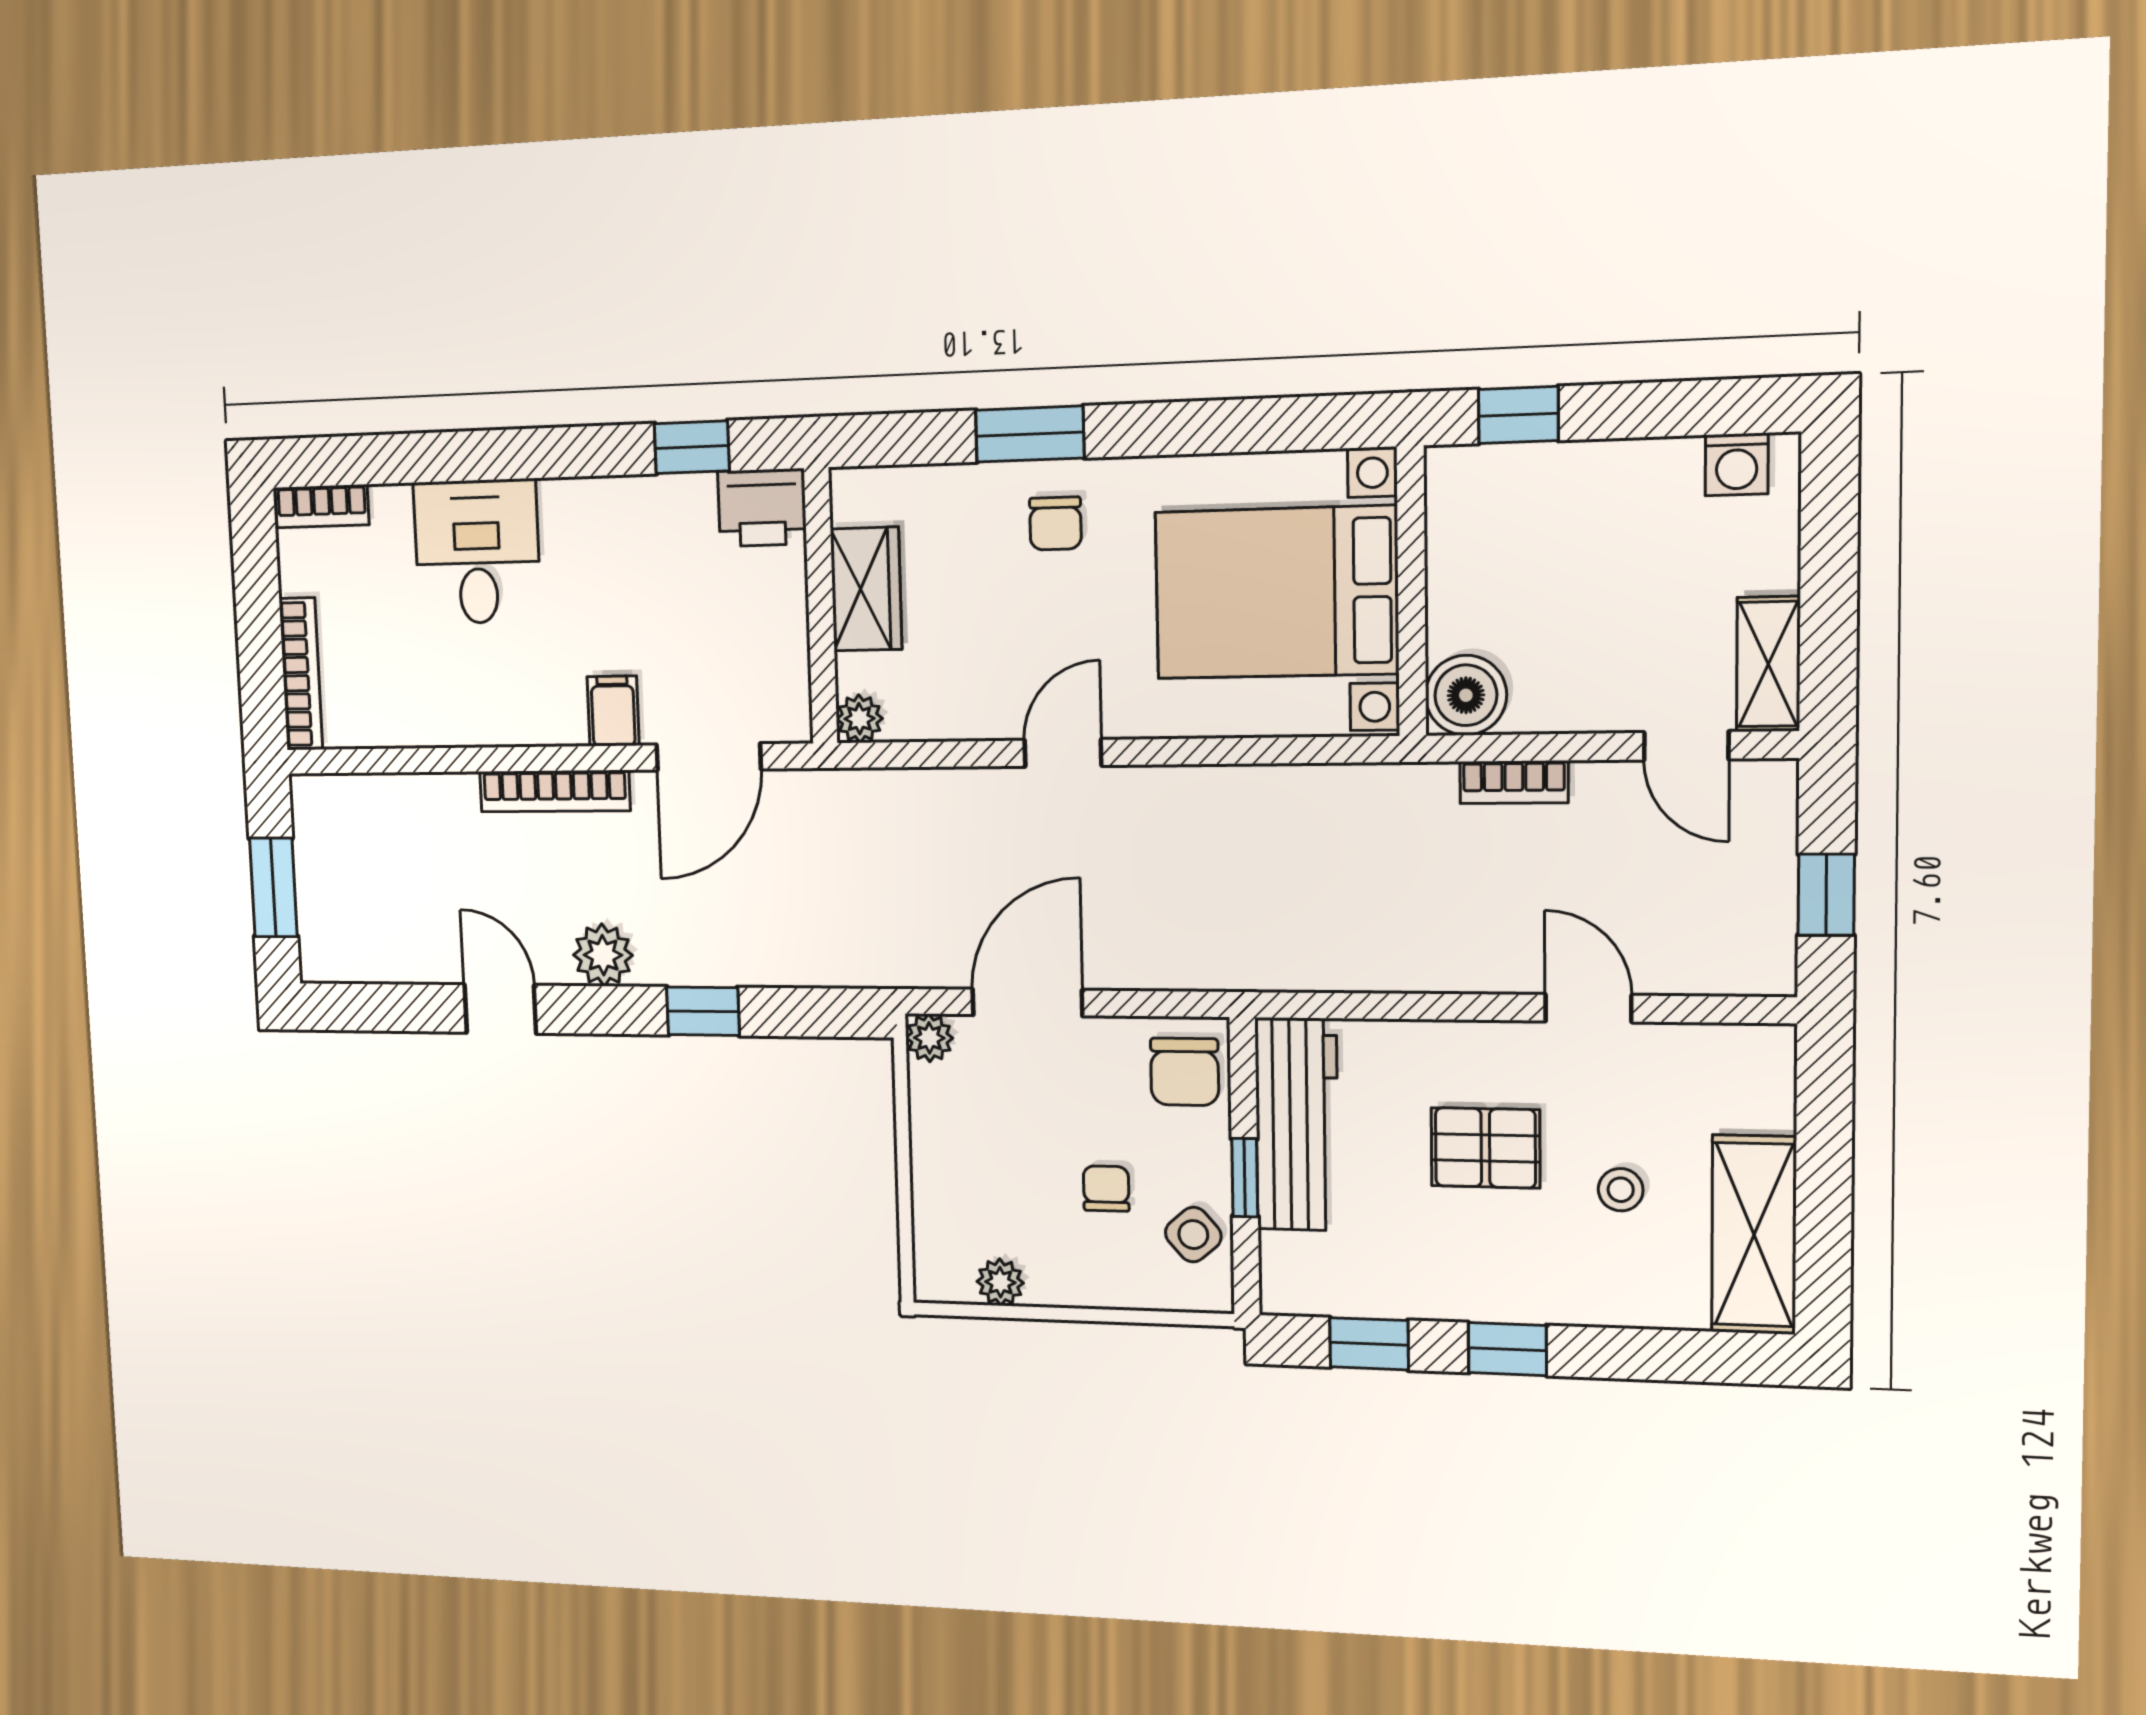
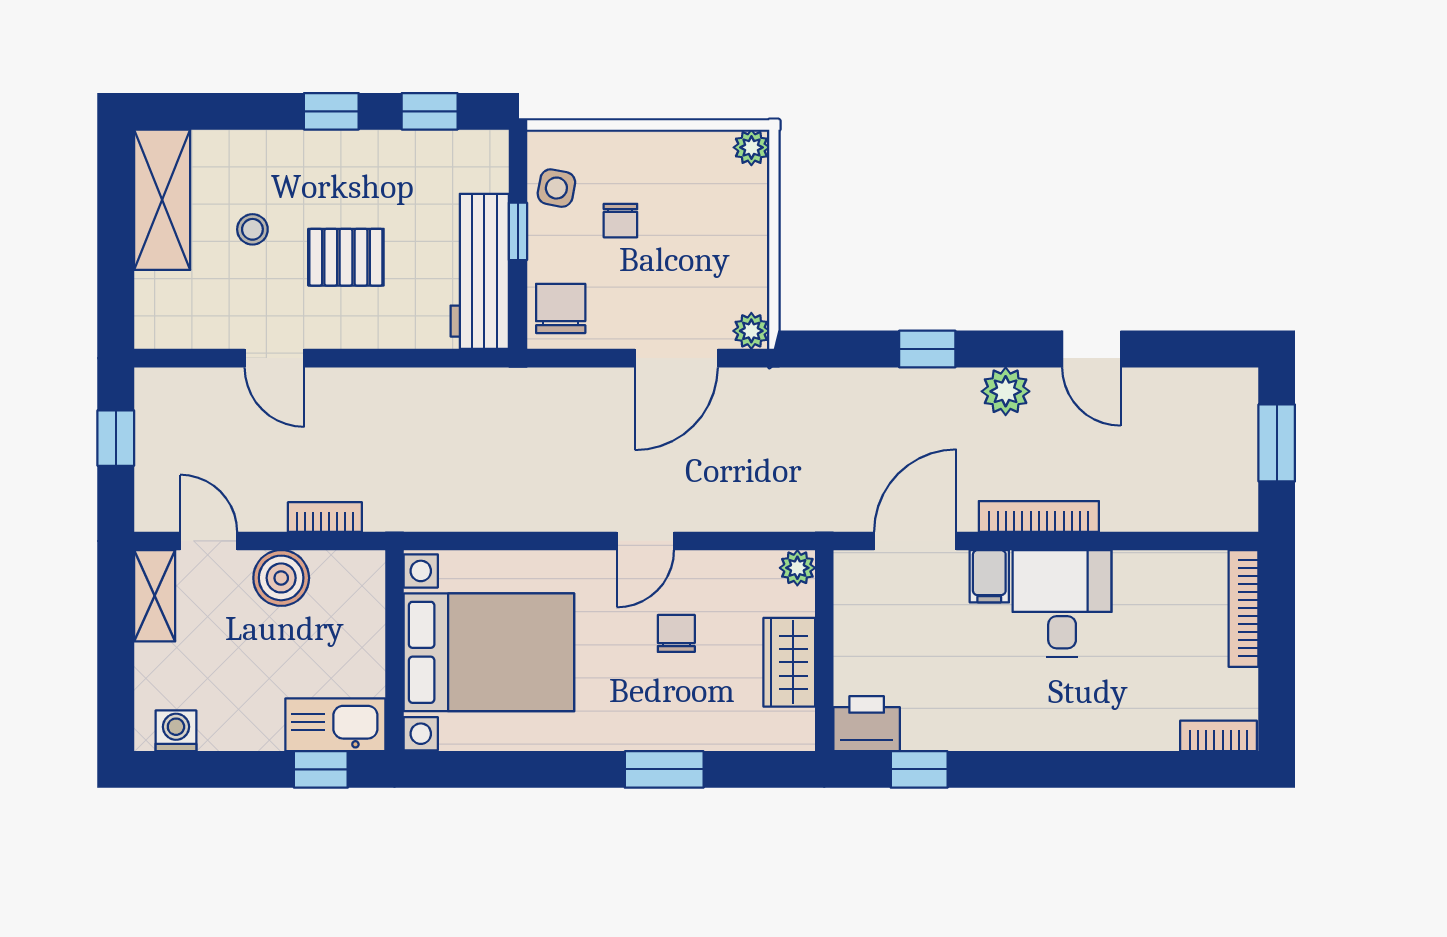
kitchen sink: (1497, 481) -> (335, 725), added
chair: (1055, 523) -> (676, 633), moved
desk: (477, 552) -> (1062, 603), moved, turned 180
boiler: (1466, 695) -> (281, 578), moved
side table: (1193, 1235) -> (556, 188), turned -38
plant: (1000, 1282) -> (751, 147), moved

